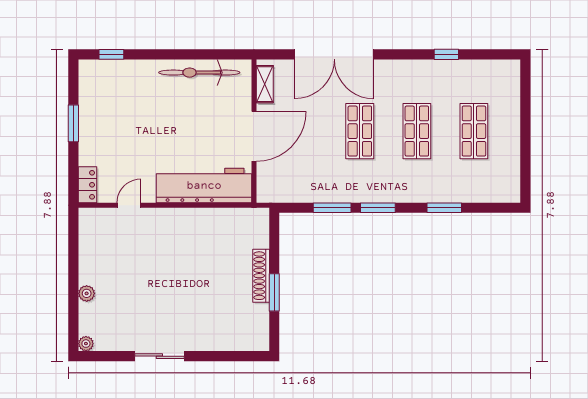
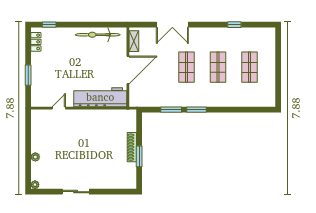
double door: (334, 54) -> (172, 25), width x0.73
window: (73, 123) -> (28, 75), moved
locker: (87, 185) -> (36, 42), moved
window: (444, 208) -> (233, 110), removed

